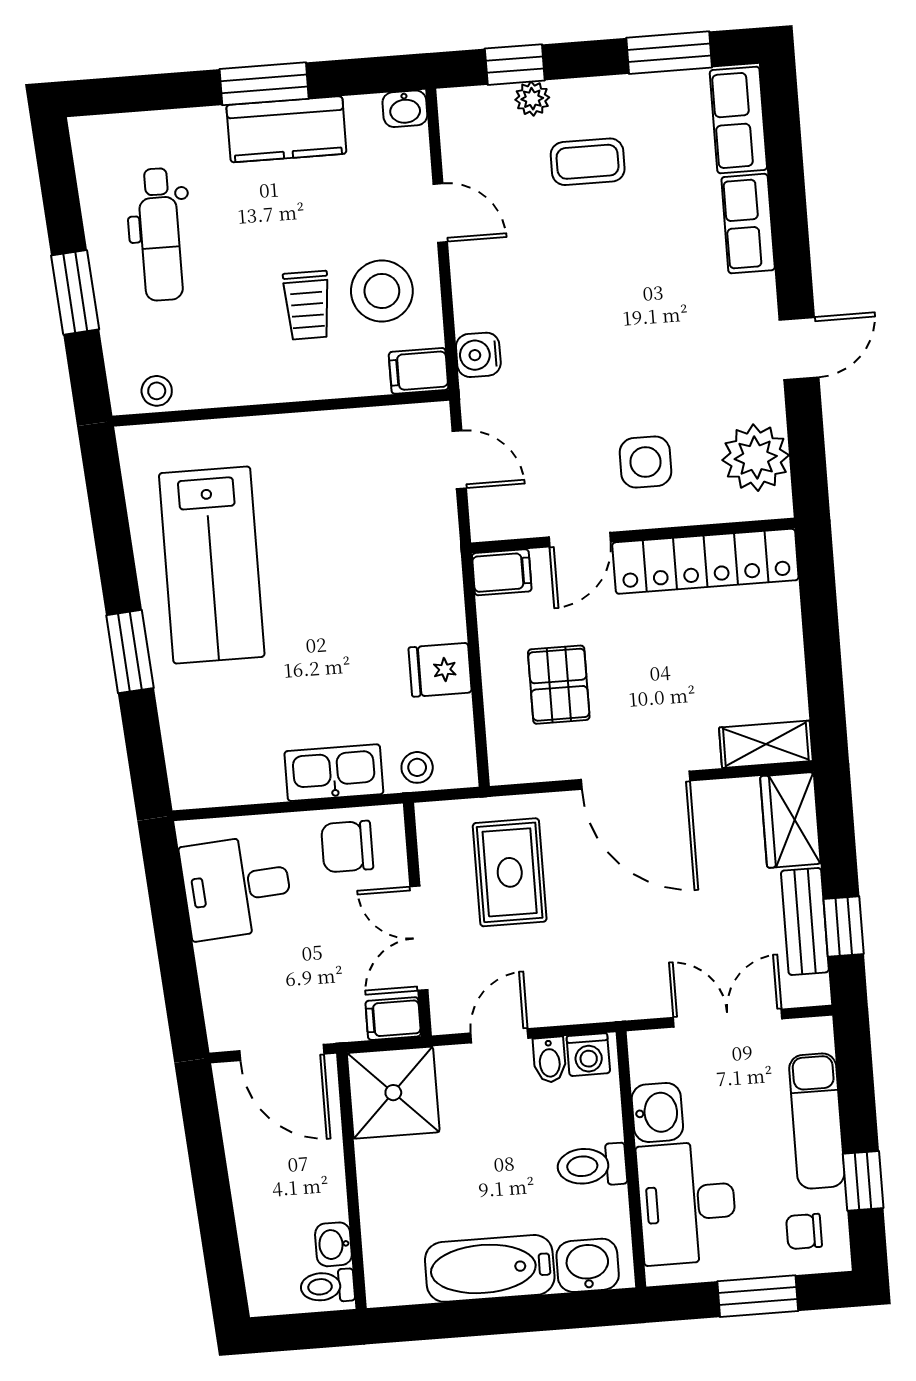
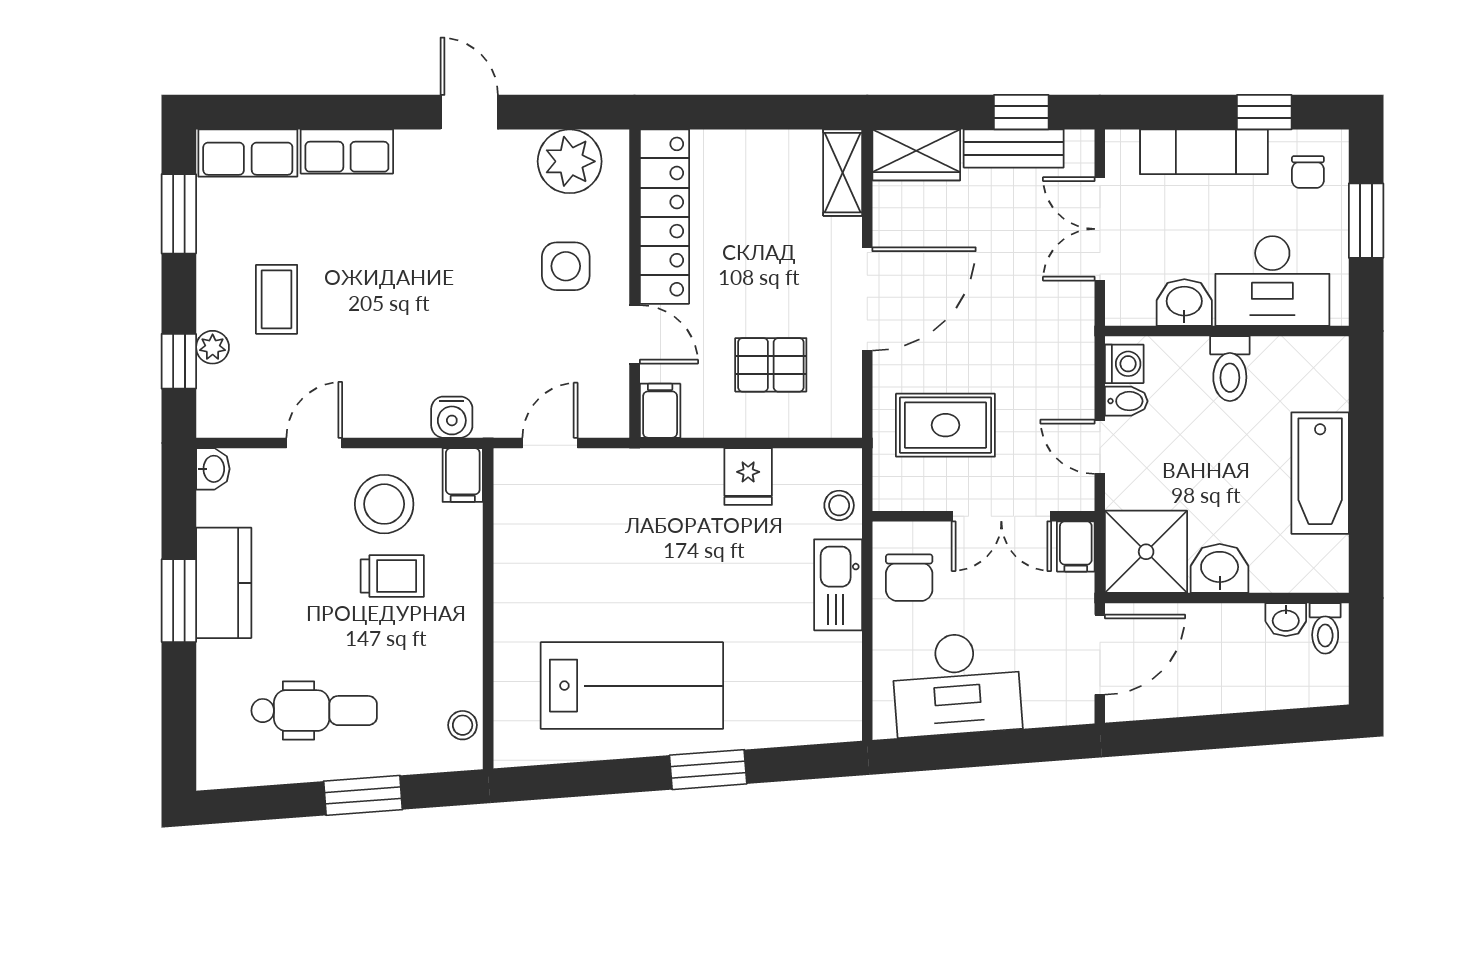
desk: (237, 887) -> (957, 684), width x1.37
washbasin: (588, 1265) -> (1220, 568), moved, turned 90

